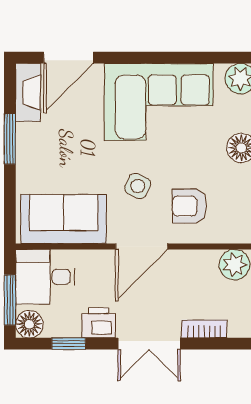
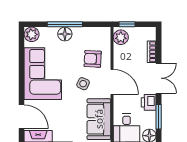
armchair: (189, 206) -> (93, 59), turned 93
window: (69, 344) -> (159, 117), width x1.50

